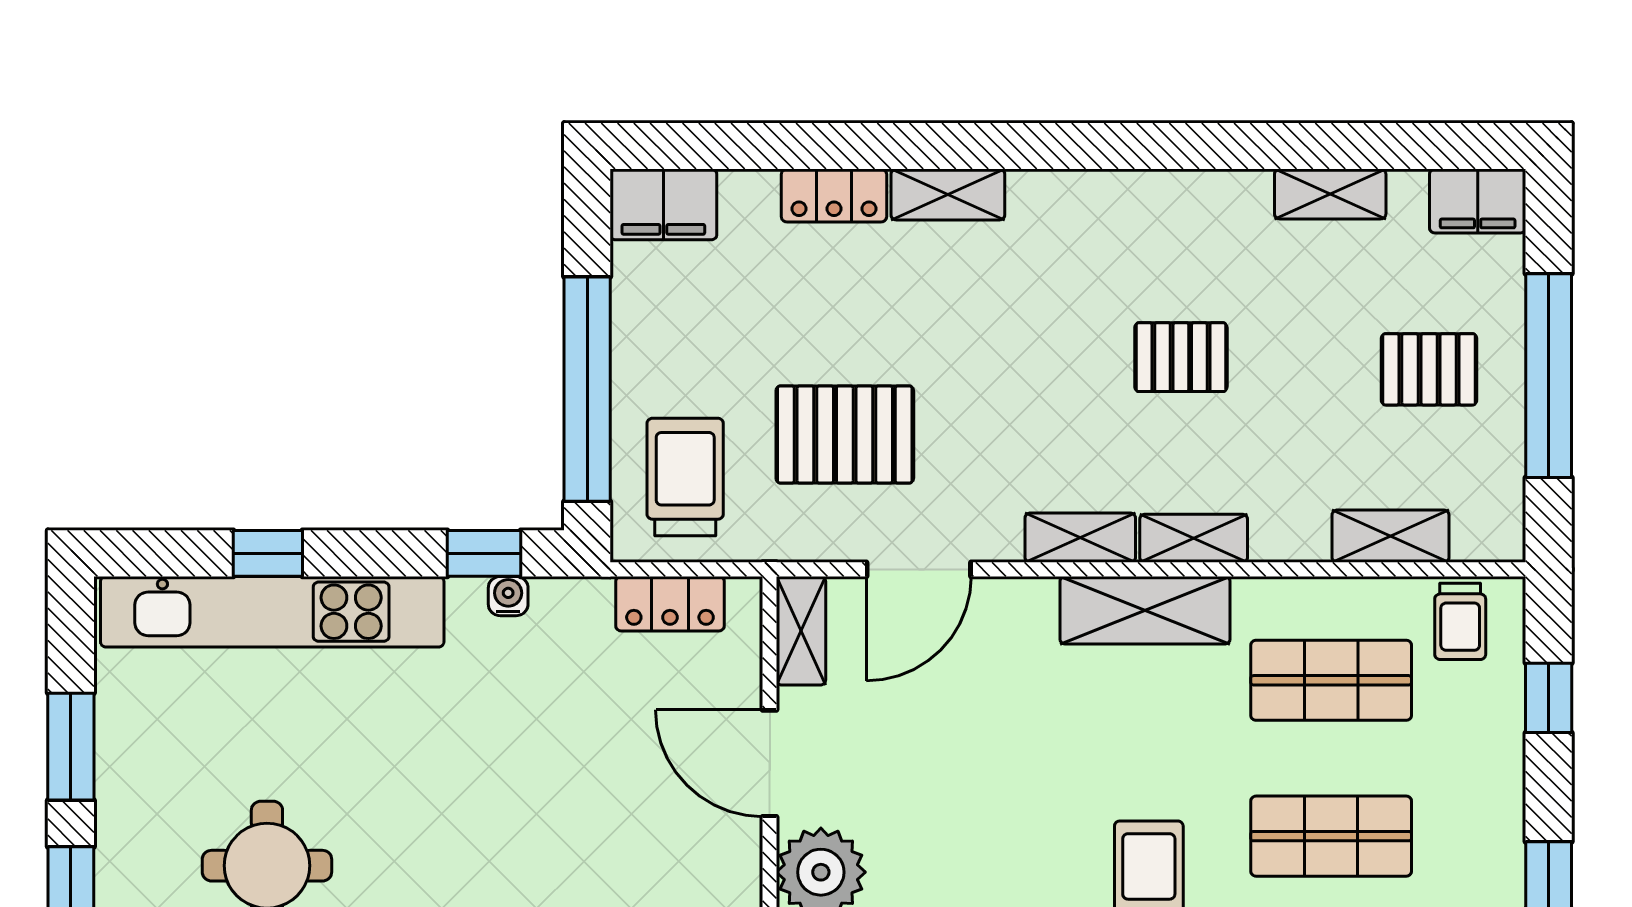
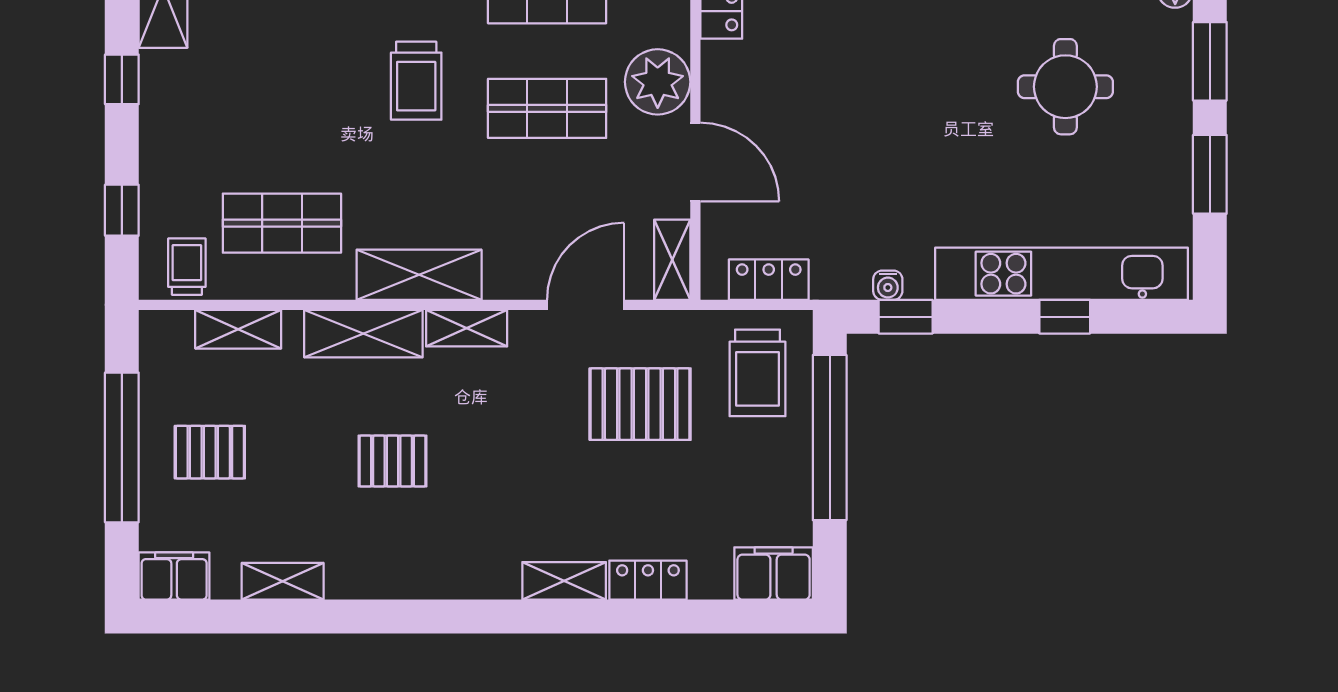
shelving: (1194, 538) -> (363, 334), width x1.50, depth x1.33
shop shelf: (1331, 836) -> (547, 108), moved

